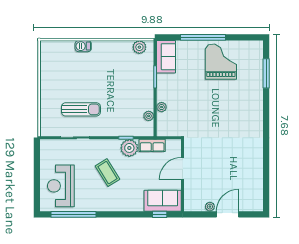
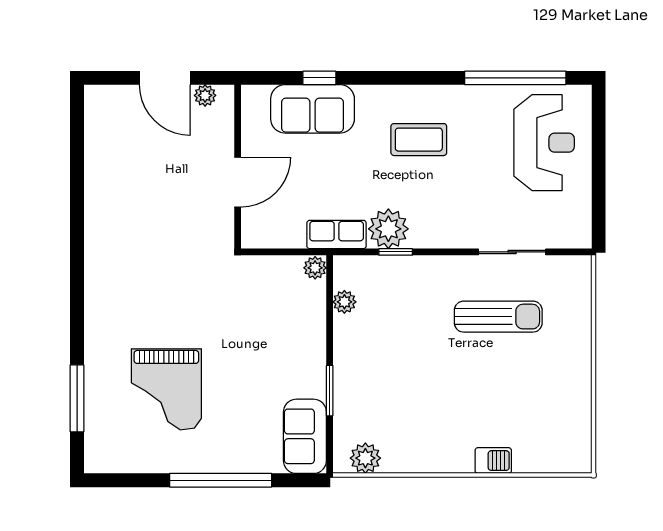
grand piano: (221, 62) -> (166, 389), moved
plant: (162, 107) -> (315, 268), moved
sun lounger: (81, 109) -> (498, 317), turned 180
door: (183, 168) -> (238, 182), moved
coffee table: (108, 173) -> (419, 140), moved, turned -58
wall: (183, 175) -> (238, 167), moved
door: (228, 214) -> (165, 78), hinge flipped

